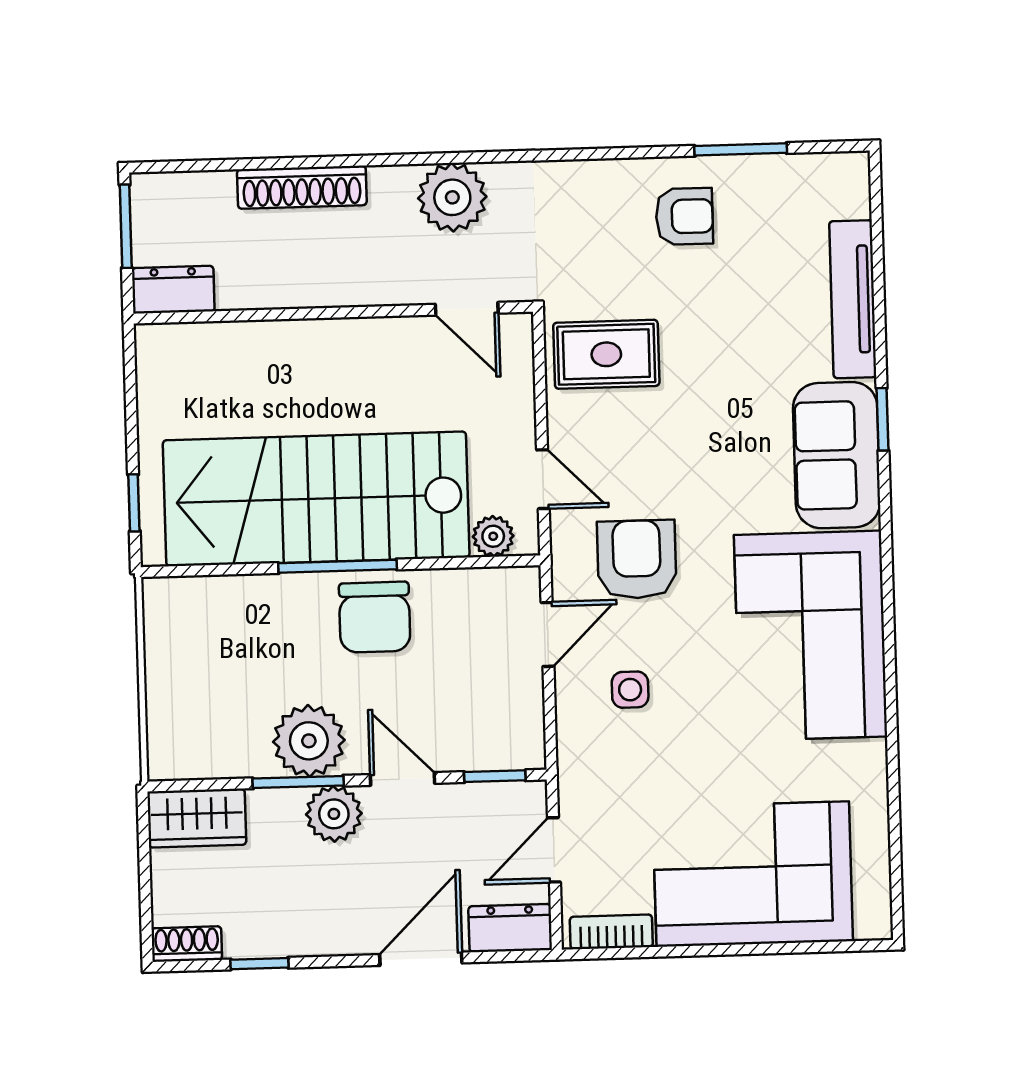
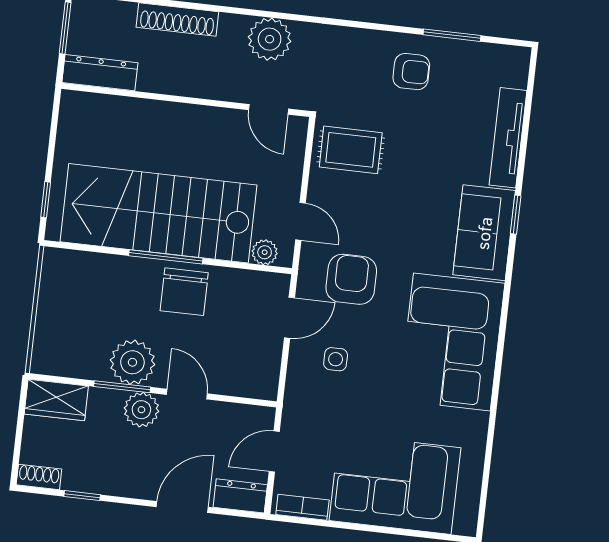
dresser: (173, 290) -> (100, 73), width x1.44
window: (495, 776) -> (244, 401), removed

